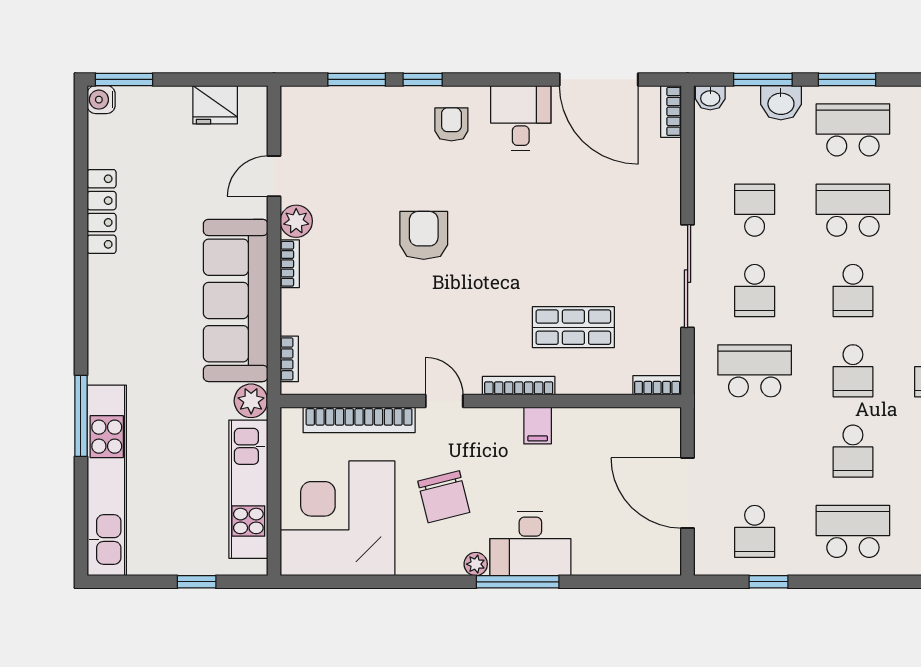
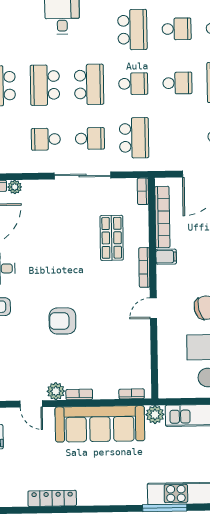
plant: (669, 152) -> (15, 187), added
school desk: (853, 290) -> (89, 84), width x1.85
school desk: (755, 371) -> (134, 138), turned 180
bookcase: (359, 420) -> (162, 217), moved

